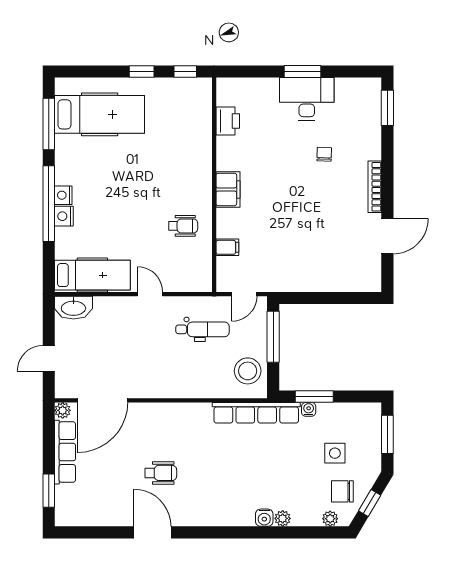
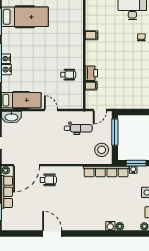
printer: (228, 121) -> (91, 73), moved
filing cabinet: (228, 189) -> (91, 35), moved, width x0.50
wheelchair: (161, 473) -> (48, 180), moved

